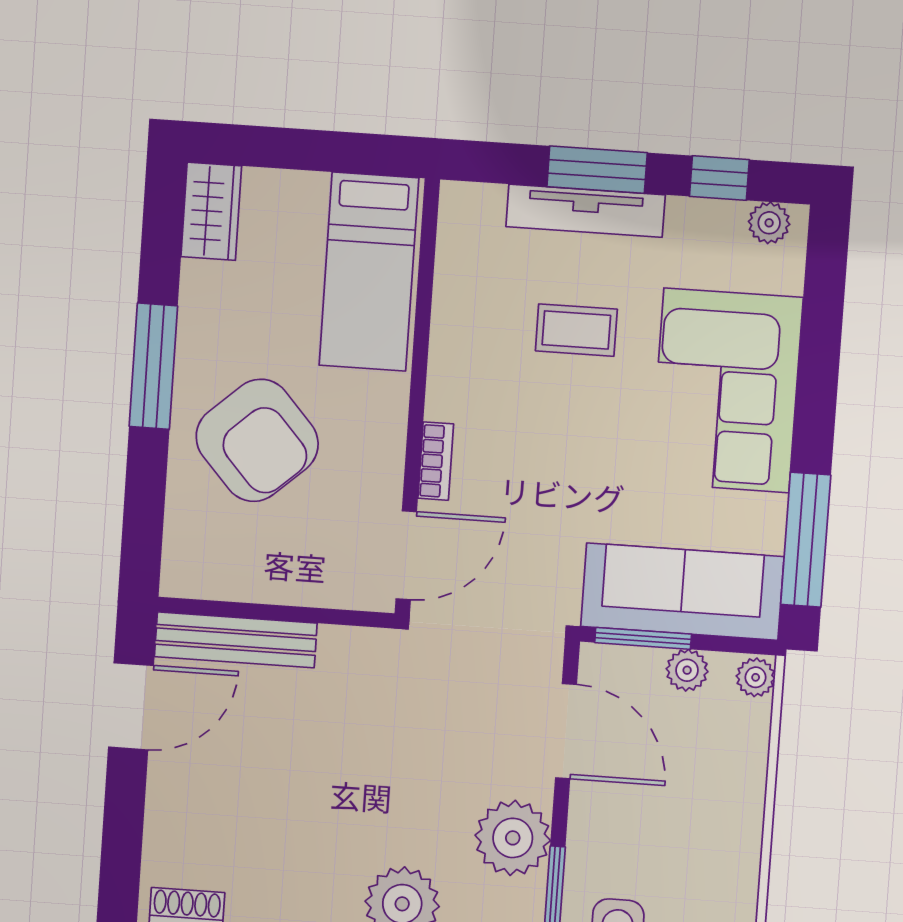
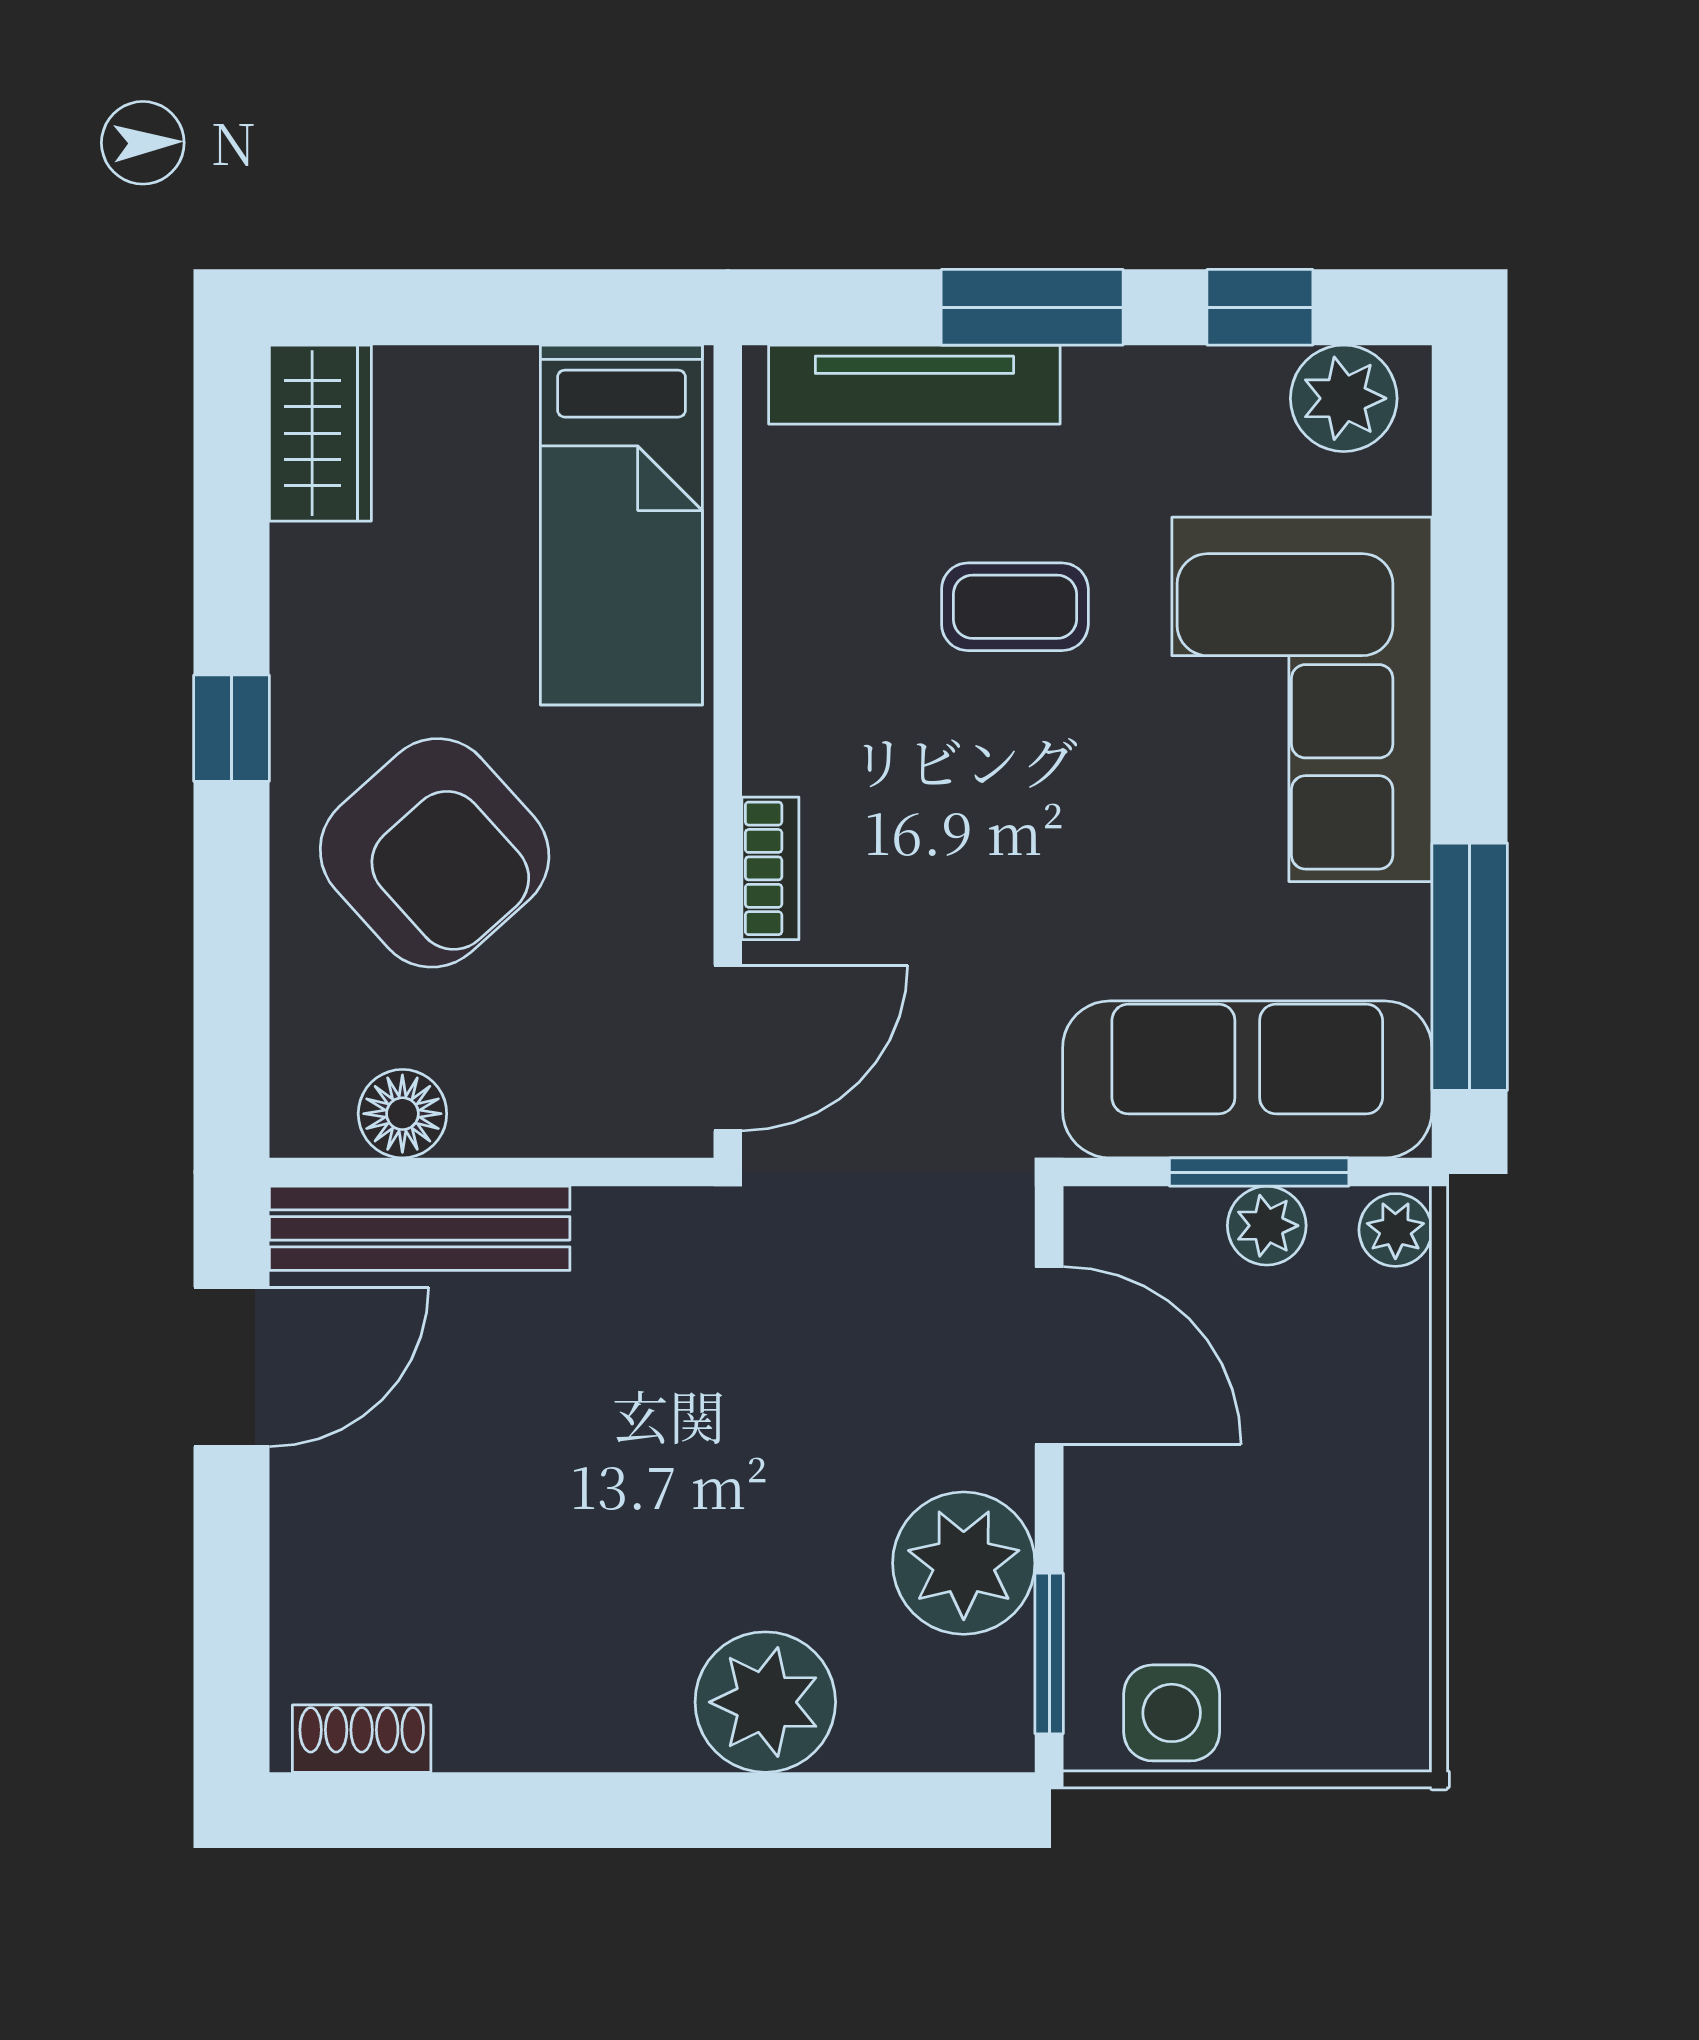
tv unit: (586, 211) -> (914, 385), moved
plant: (769, 223) -> (1344, 398), width x1.38, depth x1.38
window: (153, 366) -> (231, 728), width x0.46
floor lamp: (231, 578) -> (402, 1114), added
window: (643, 638) -> (1259, 1172), moved

